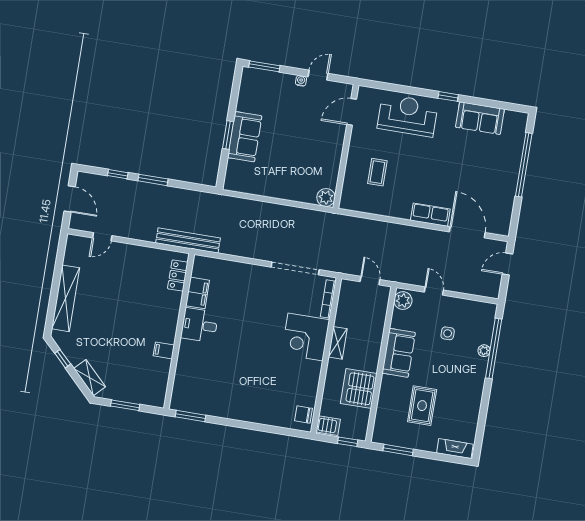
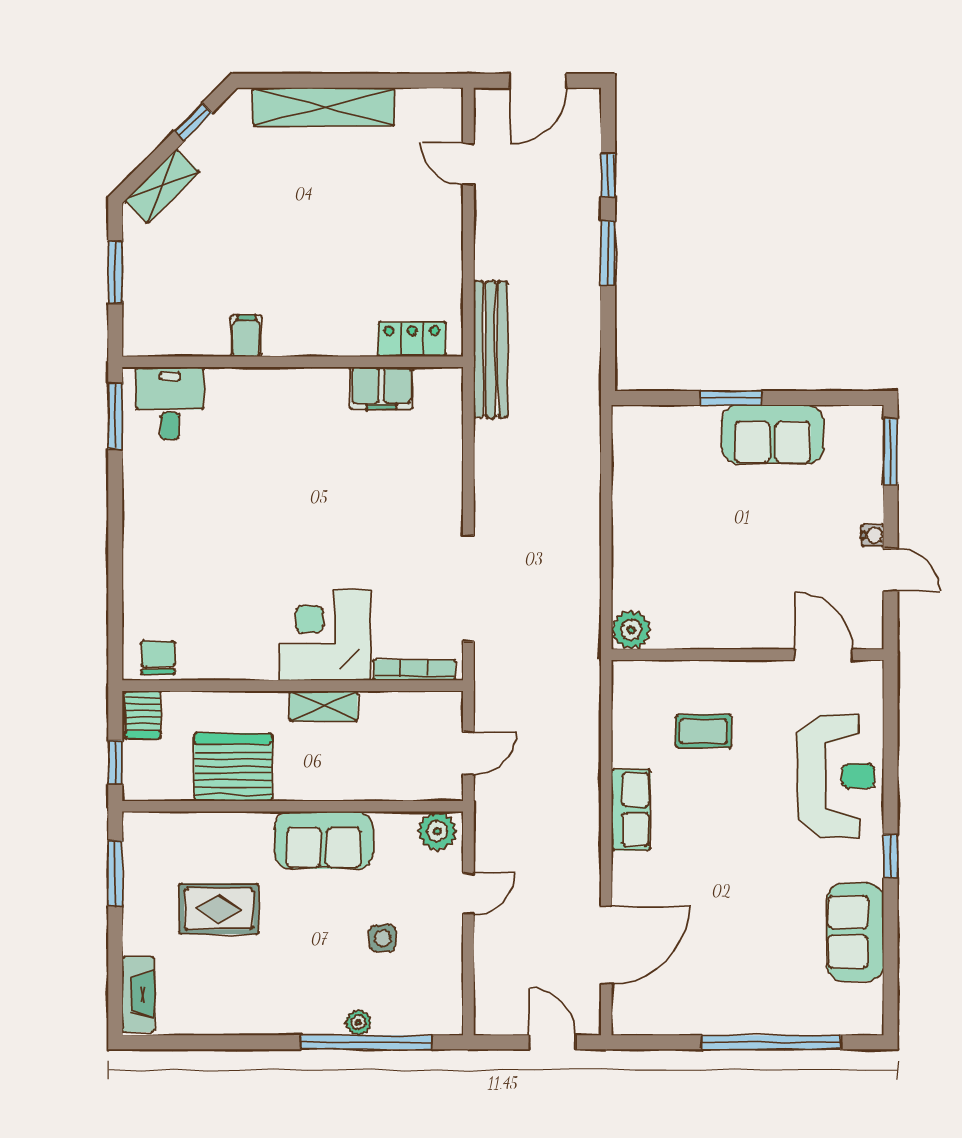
sofa: (245, 137) -> (773, 434), moved
row of seats: (430, 215) -> (631, 810), moved
desk: (199, 325) -> (170, 403), moved

